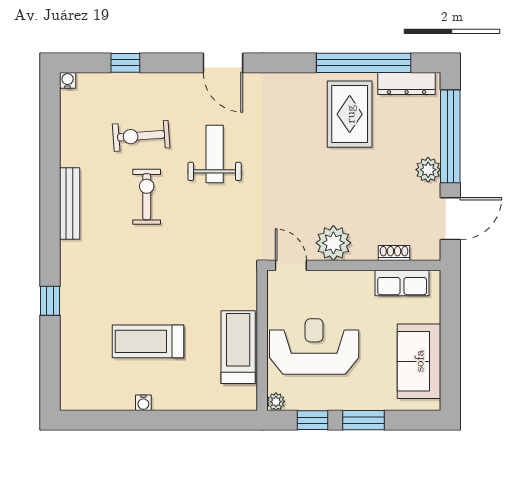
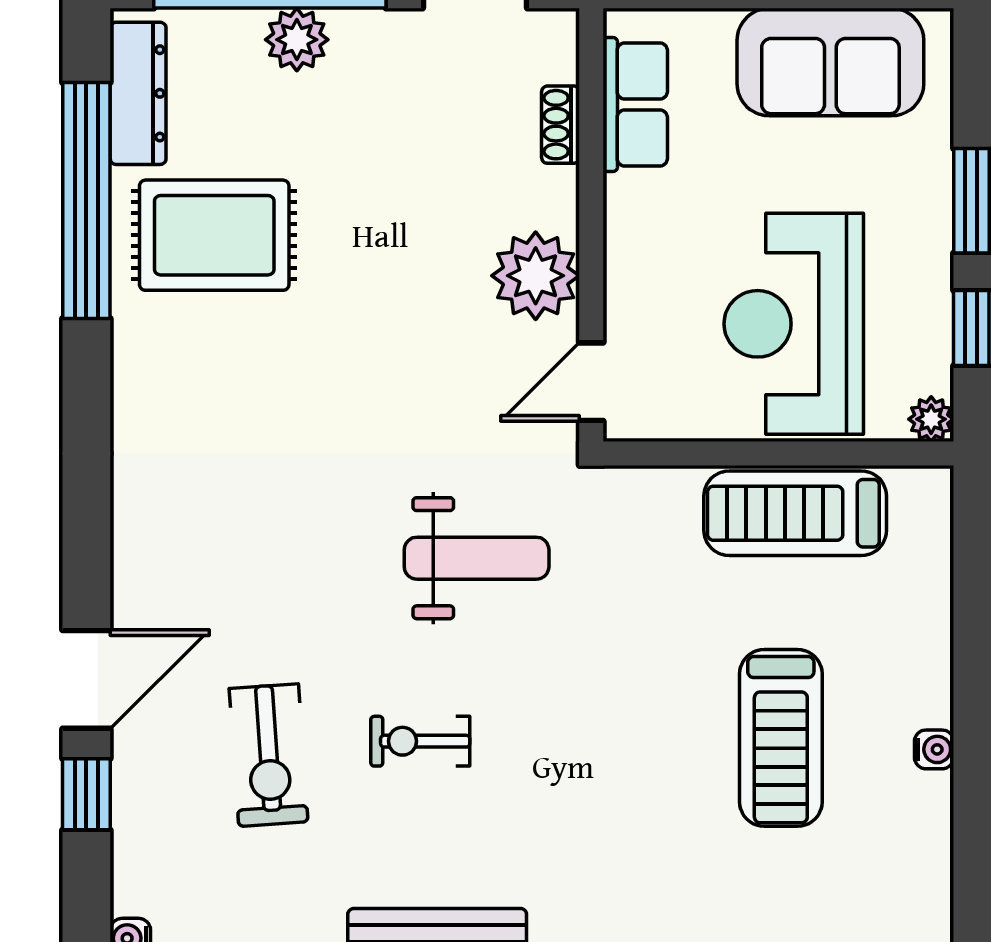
door: (223, 63) -> (86, 679), moved
weight bench: (215, 154) -> (477, 558), moved, turned 180
plant: (428, 170) -> (297, 40), moved
exercise bike: (147, 197) -> (420, 741), width x0.73, depth x0.72

